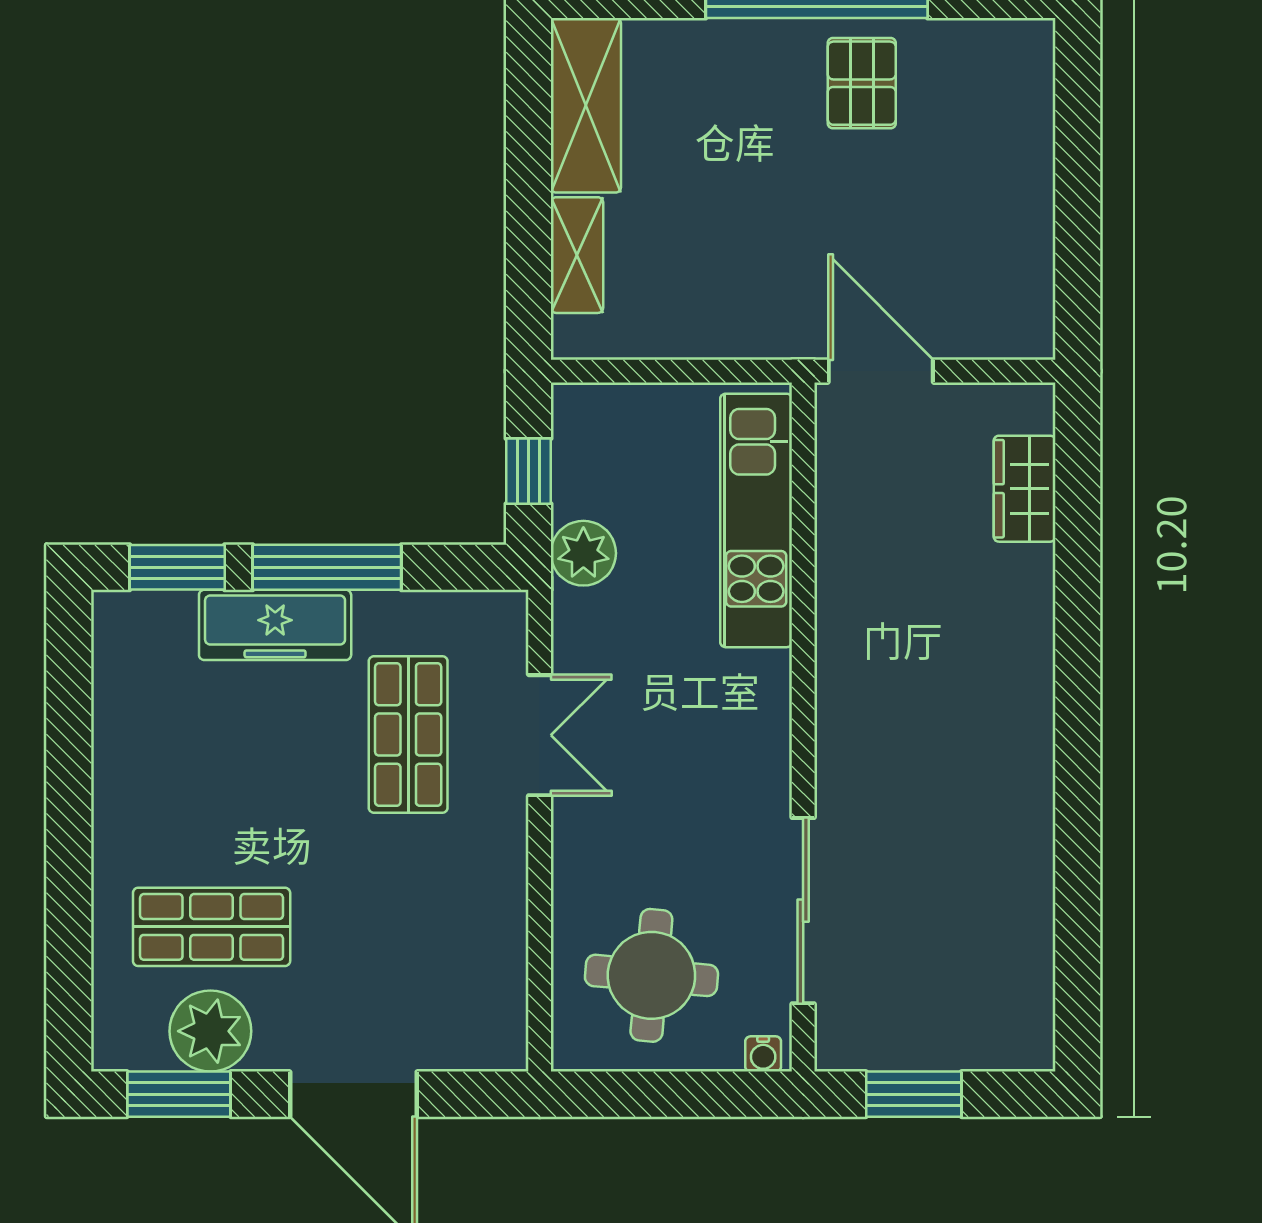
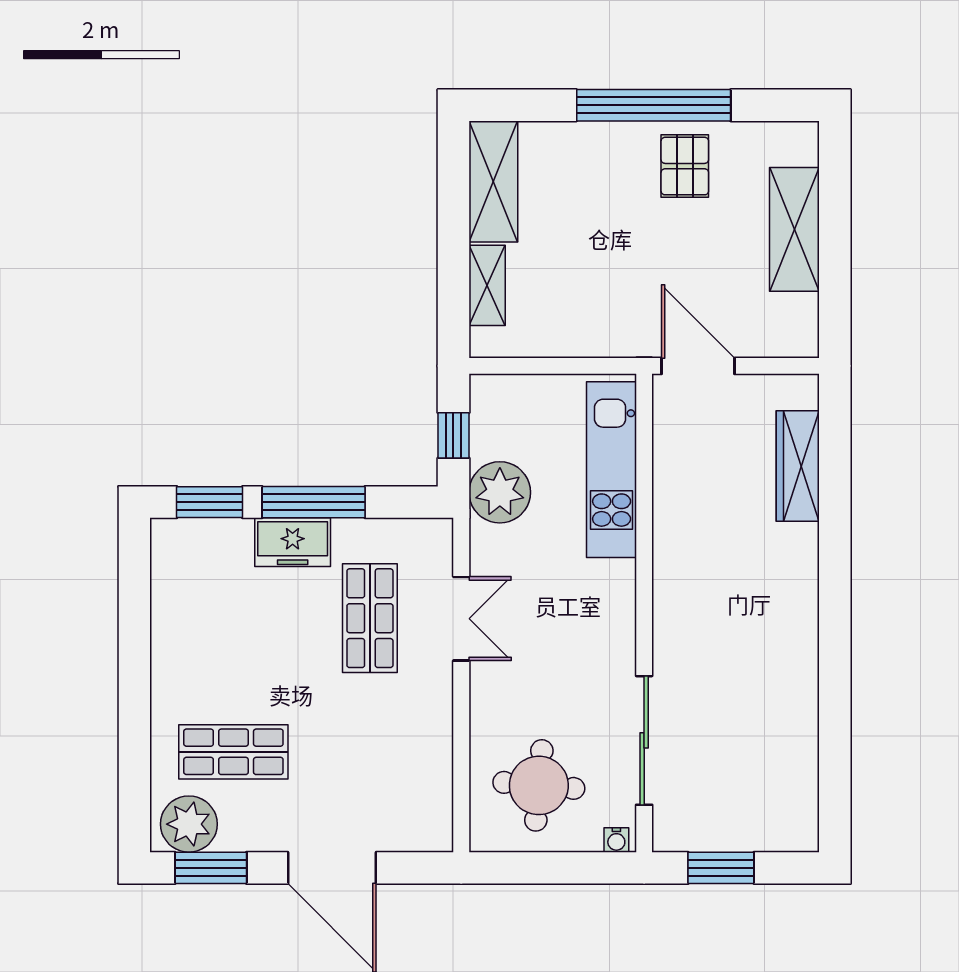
shelving: (1020, 174) -> (794, 229), added
wardrobe: (1025, 489) -> (798, 466), width x1.50
plant: (583, 553) -> (500, 492), width x1.36, depth x1.36
freezer: (275, 625) -> (293, 542), width x0.71
plant: (210, 1031) -> (189, 824), moved

